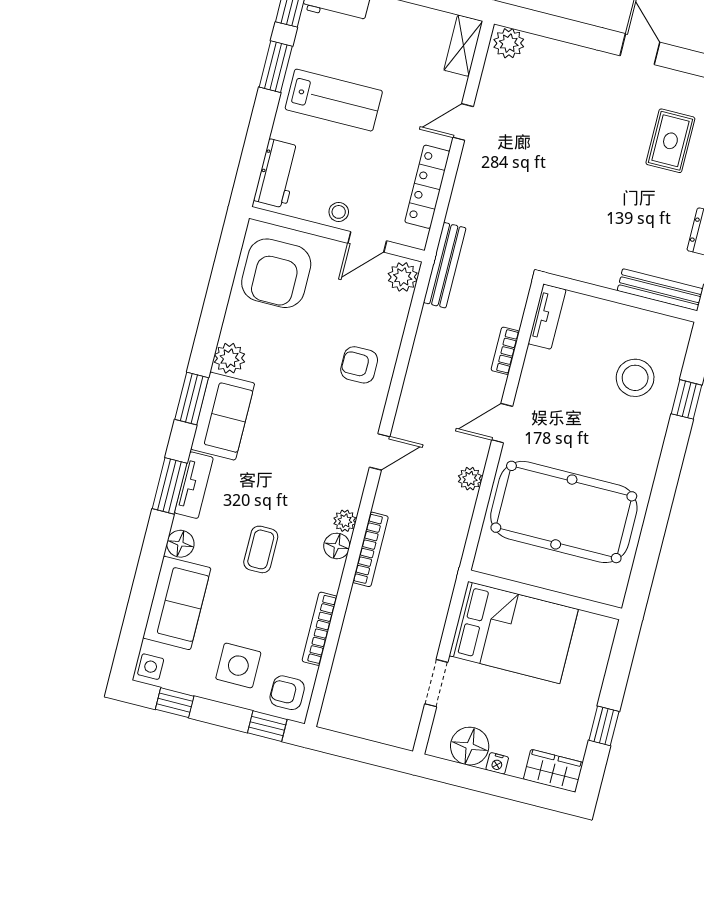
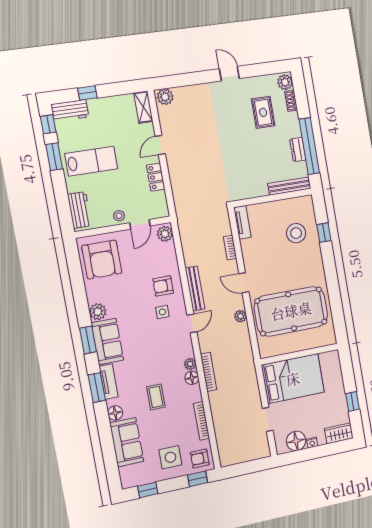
locker: (427, 187) -> (156, 177), width x0.66
bench: (445, 265) -> (195, 289), moved
door: (502, 423) -> (244, 283), hinge flipped
side table: (151, 667) -> (162, 312), moved

